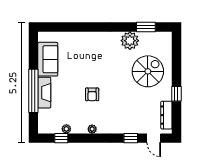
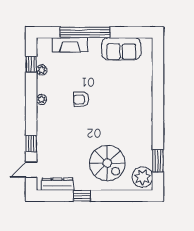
plant: (130, 41) -> (142, 177), moved
fireplace: (44, 93) -> (70, 45), moved

